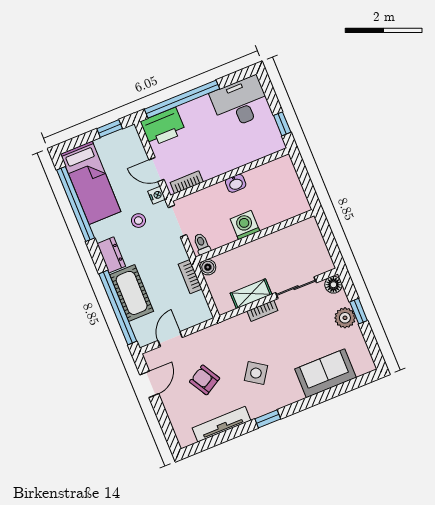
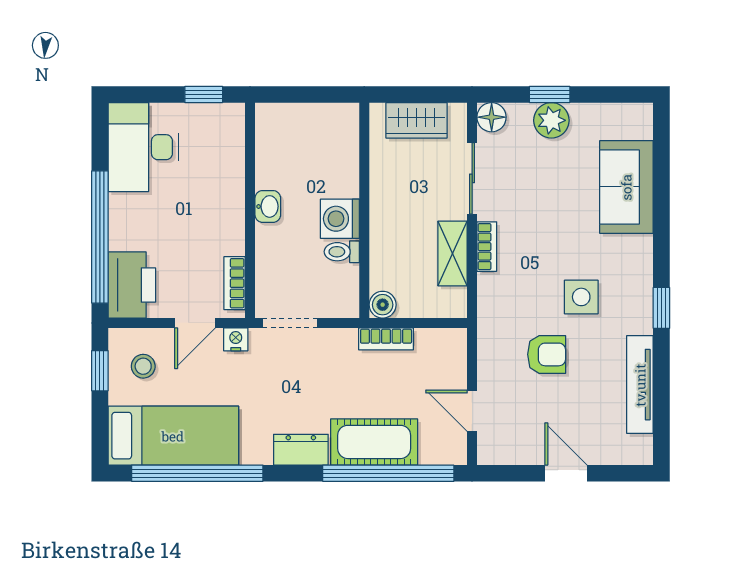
stool: (138, 221) -> (143, 366), moved
toilet: (202, 244) -> (342, 252), moved
wardrobe: (315, 245) -> (417, 120), added
side table: (256, 373) -> (581, 297), turned -34
armchair: (205, 380) -> (547, 354), moved, turned -150
door: (149, 384) -> (566, 473), moved

